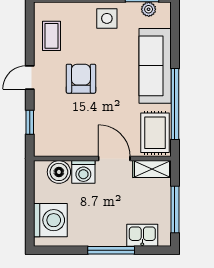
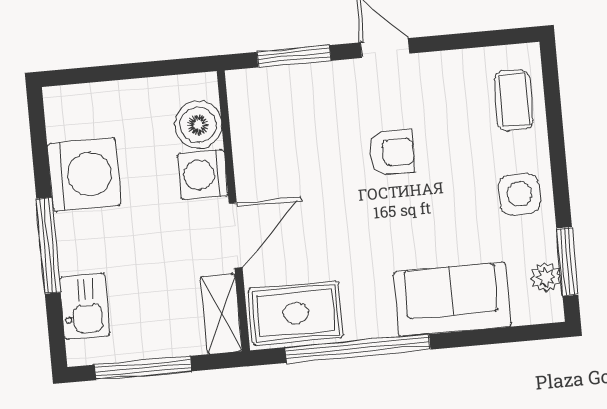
coffee table: (52, 36) -> (514, 100), moved, turned 90
sofa: (155, 66) -> (452, 299), width x0.73
armchair: (81, 79) -> (392, 152), width x0.72, depth x0.72
window: (30, 122) -> (294, 56), width x1.50
washing machine: (50, 220) -> (84, 175), moved, turned -90

